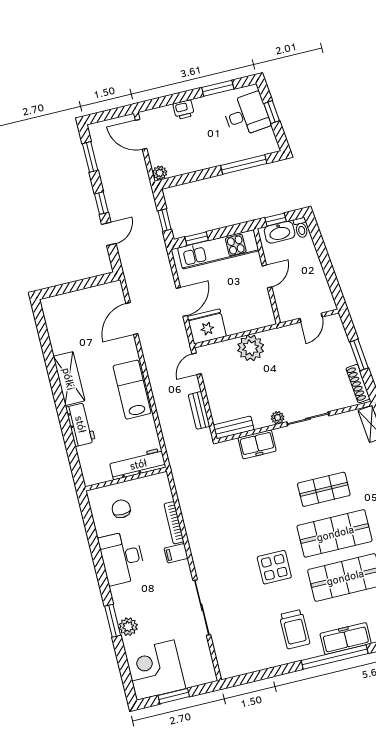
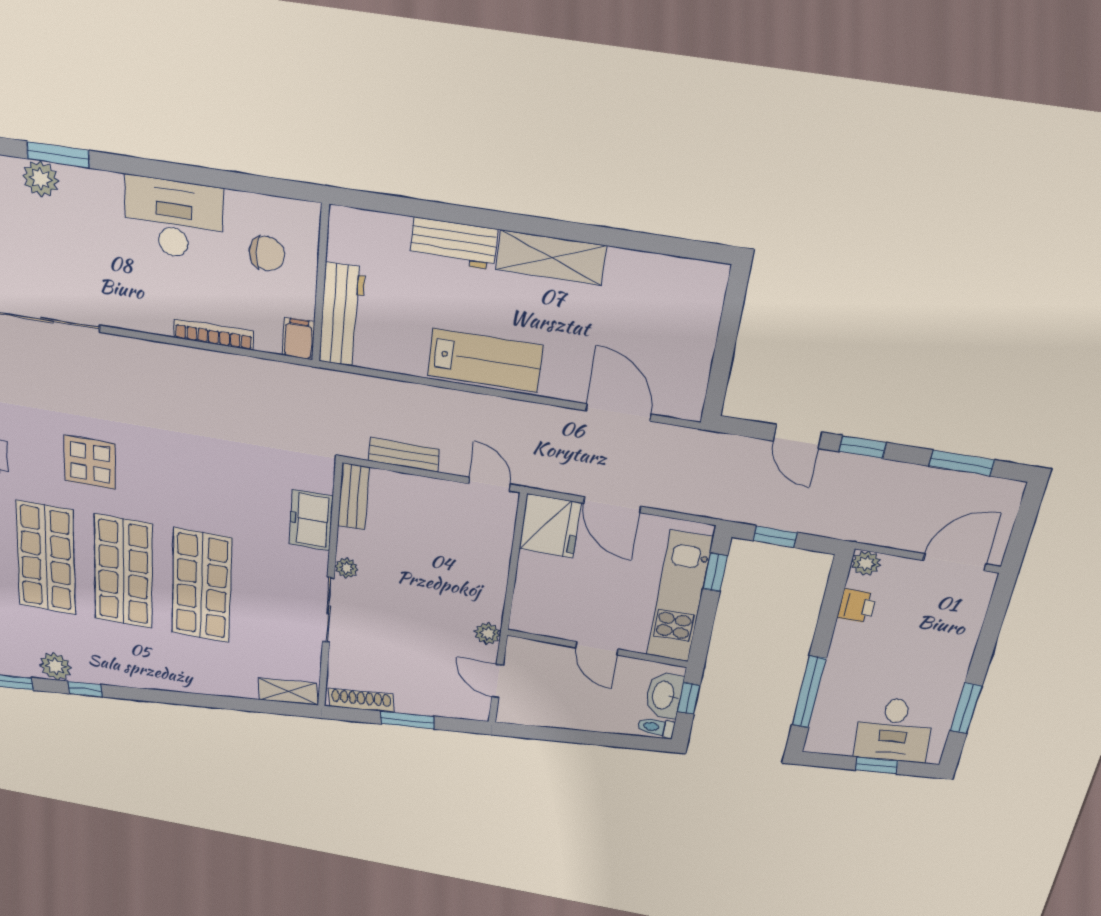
printer: (184, 110) -> (857, 606), moved, turned 180
plant: (251, 348) -> (488, 634), moved, width x0.53, depth x0.53
shop shelf: (324, 489) -> (202, 586), width x1.43, depth x1.36
filing cabinet: (176, 553) -> (298, 339), moved

